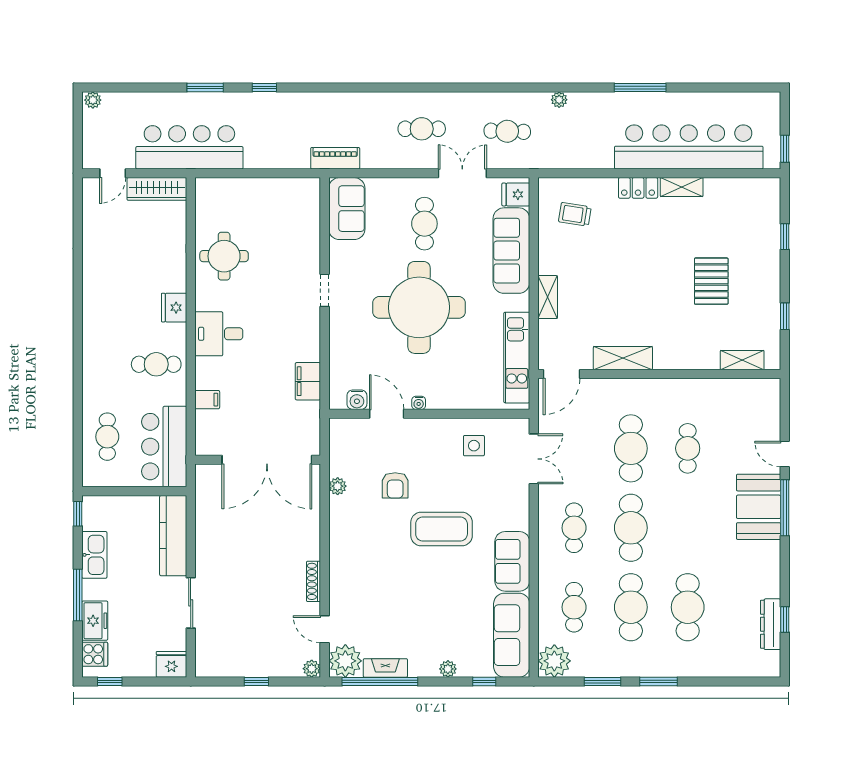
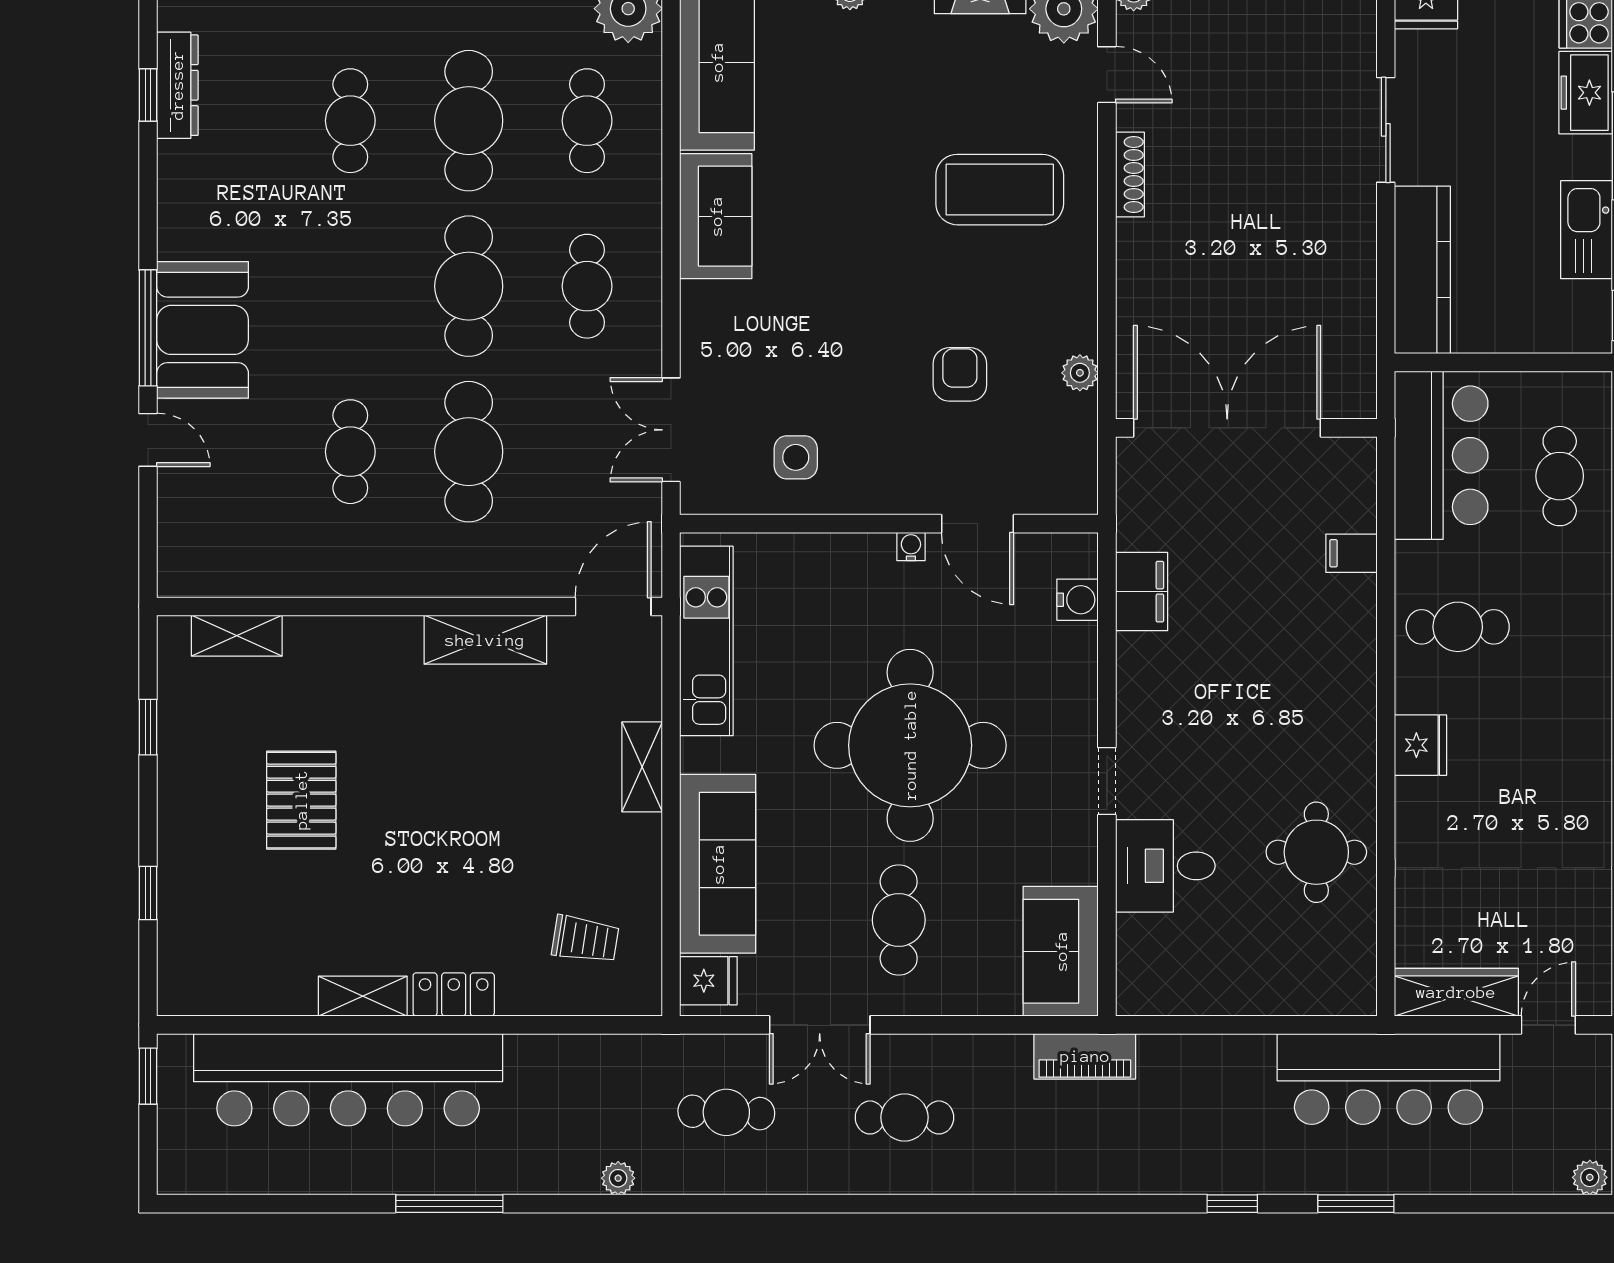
desk: (219, 334) -> (1165, 866), moved, turned 180
water cooler: (357, 400) -> (1077, 600), moved, turned 90
coffee table: (442, 529) -> (1000, 190), moved
cafe table: (688, 607) -> (350, 121), width x0.73, depth x0.74

